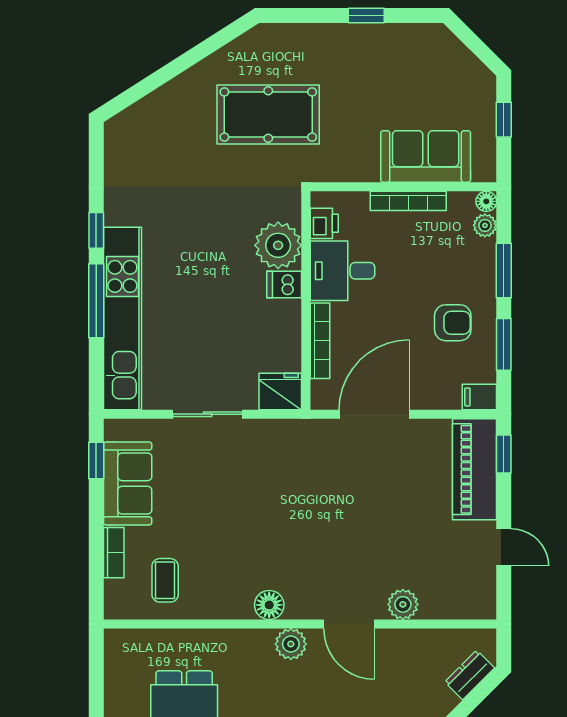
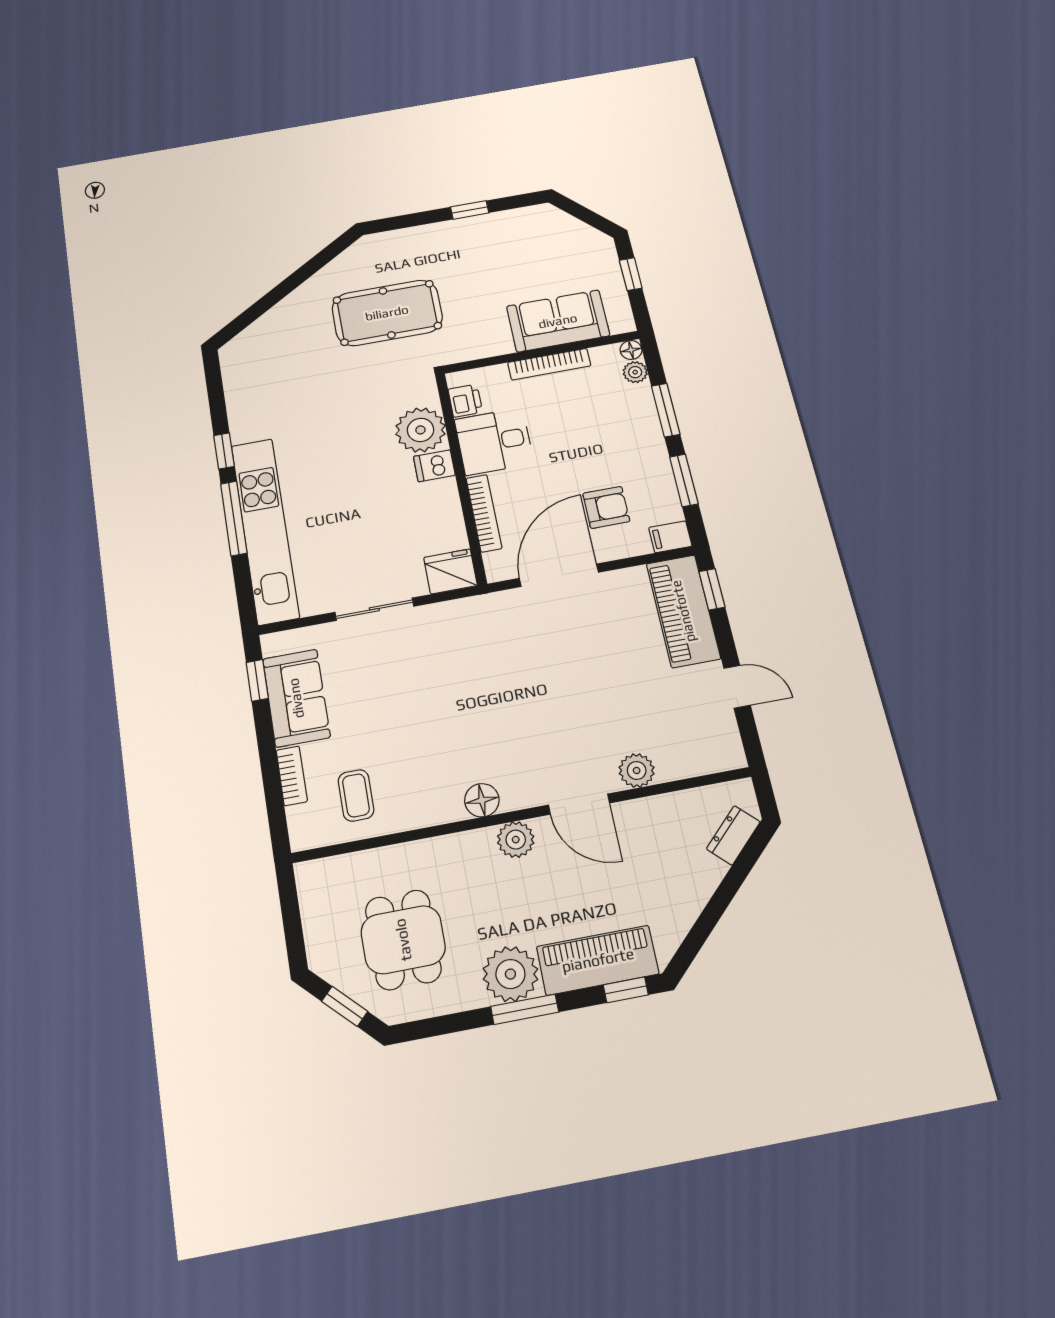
armchair: (453, 323) -> (606, 507), moved

